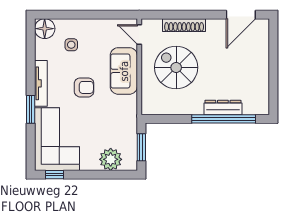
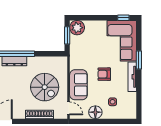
floor lamp: (45, 29) -> (95, 112), moved
plant: (111, 159) -> (77, 28), moved

